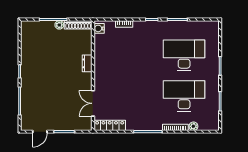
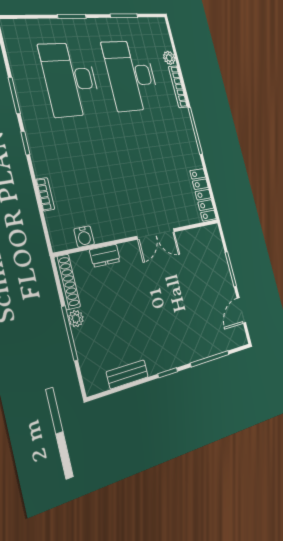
water cooler: (99, 28) -> (84, 237), moved
bench: (25, 47) -> (127, 374), added
dresser: (87, 63) -> (105, 256), moved
double door: (93, 103) -> (156, 234), moved
door: (40, 132) -> (241, 310), swing flipped

